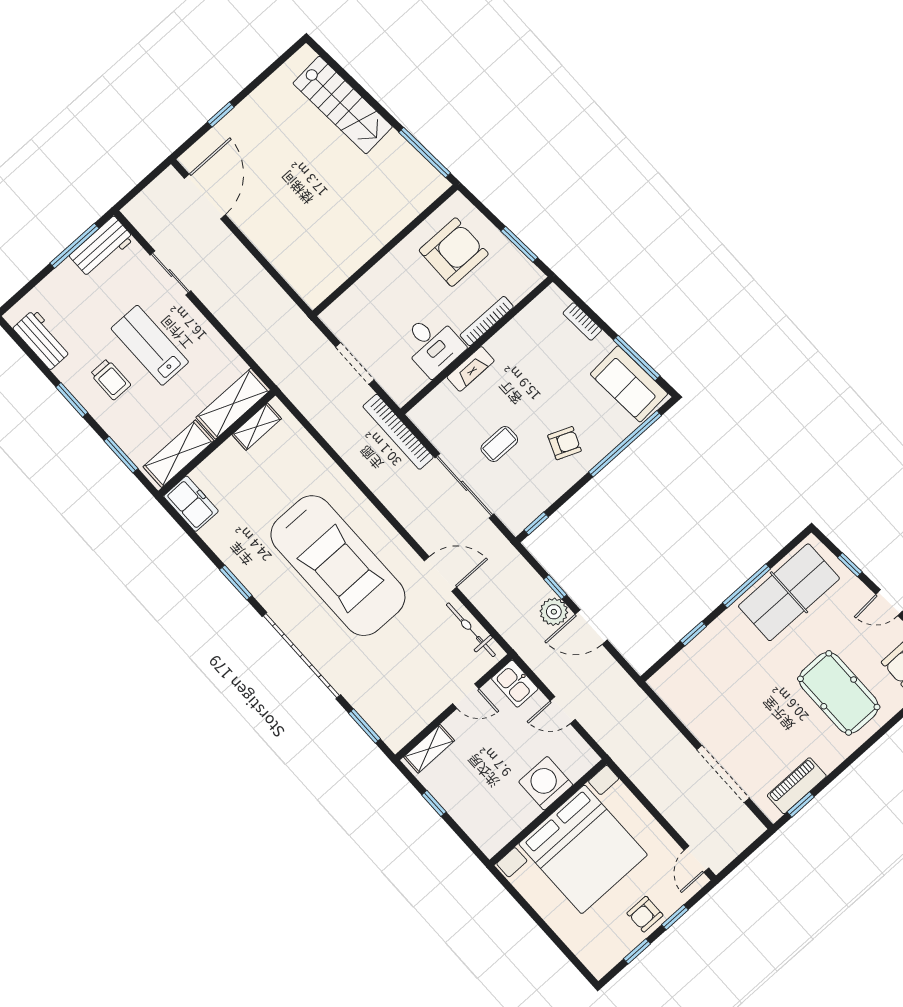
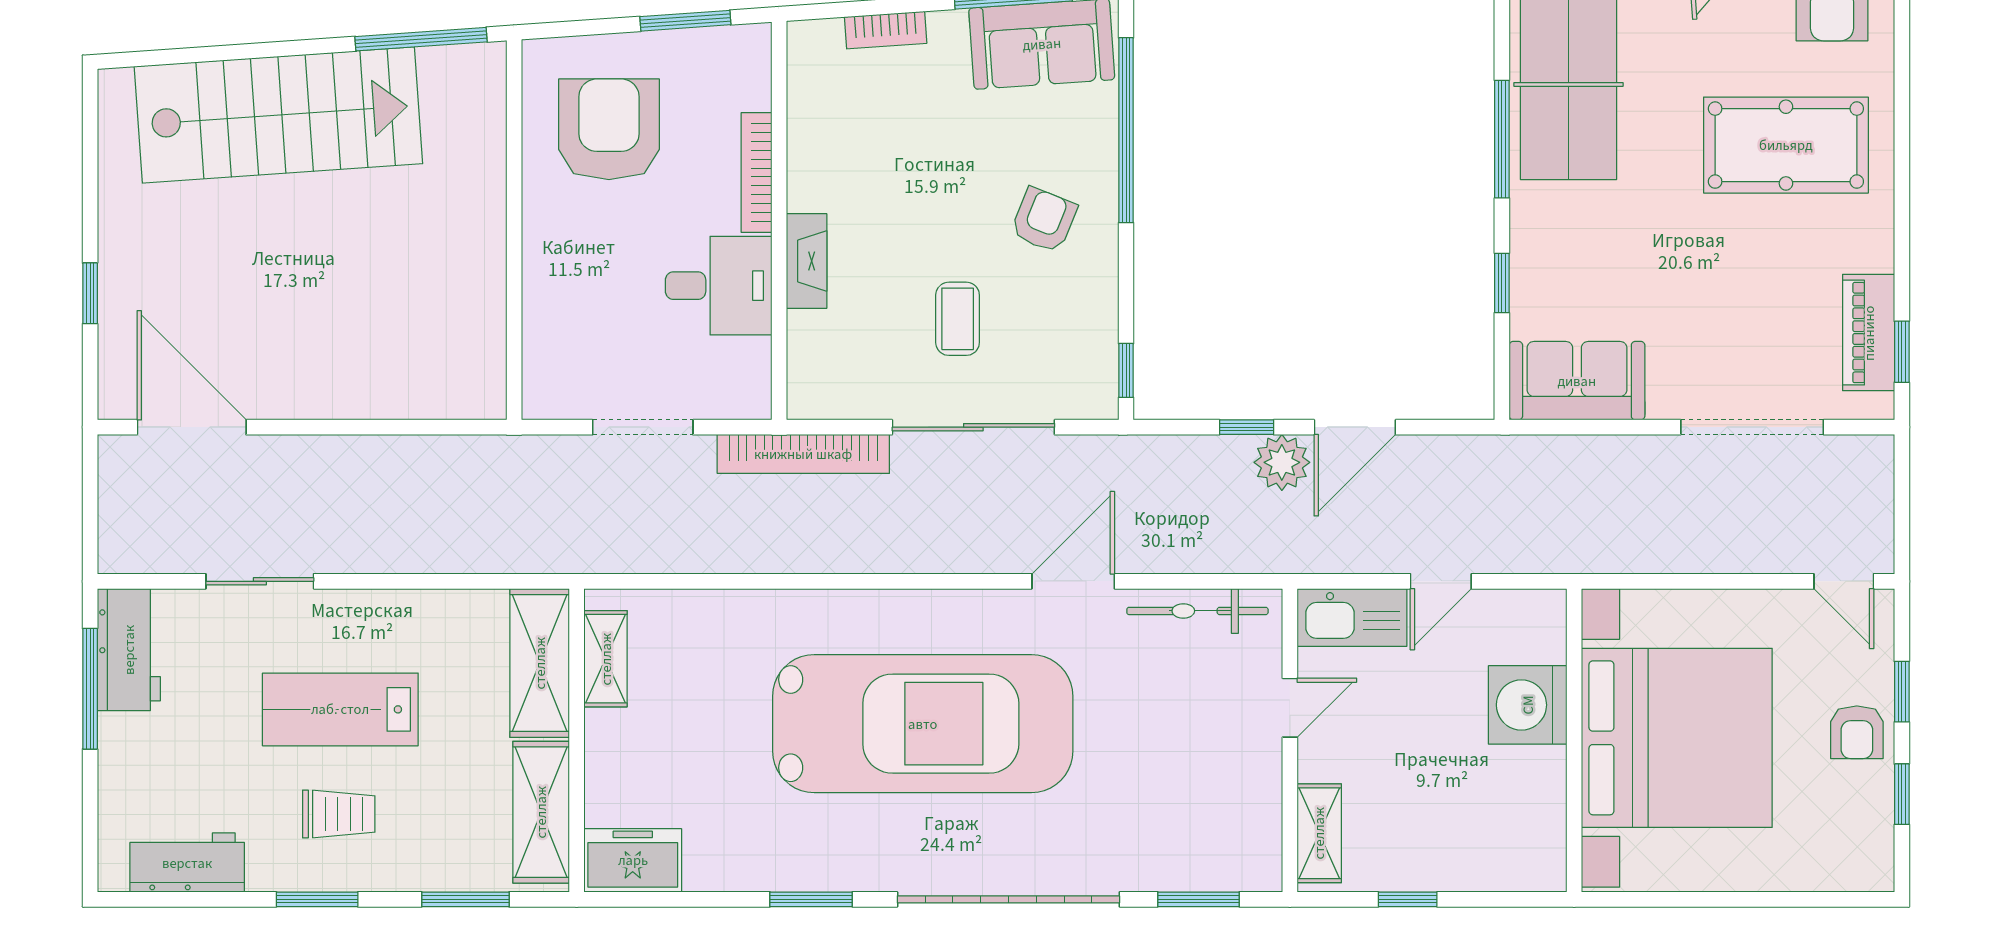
stairs: (343, 105) -> (278, 115), width x1.36, depth x1.51
kitchen sink: (515, 684) -> (1352, 618), width x1.38
sofa: (682, 694) -> (1577, 381), added

